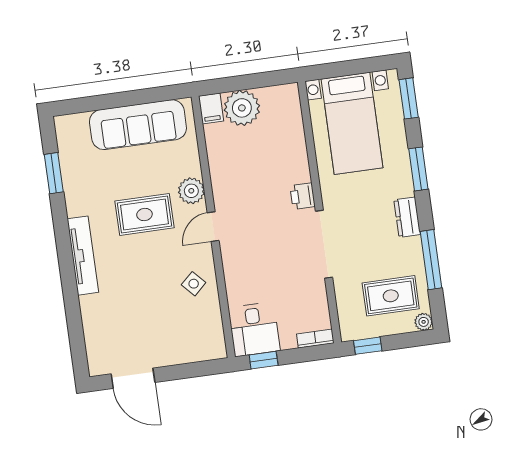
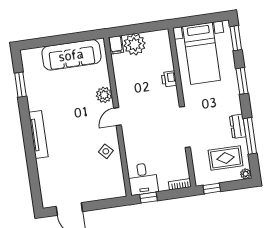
printer: (303, 196) -> (169, 79), moved
rug: (144, 214) -> (76, 109), removed
dresser: (407, 217) -> (238, 126), moved

